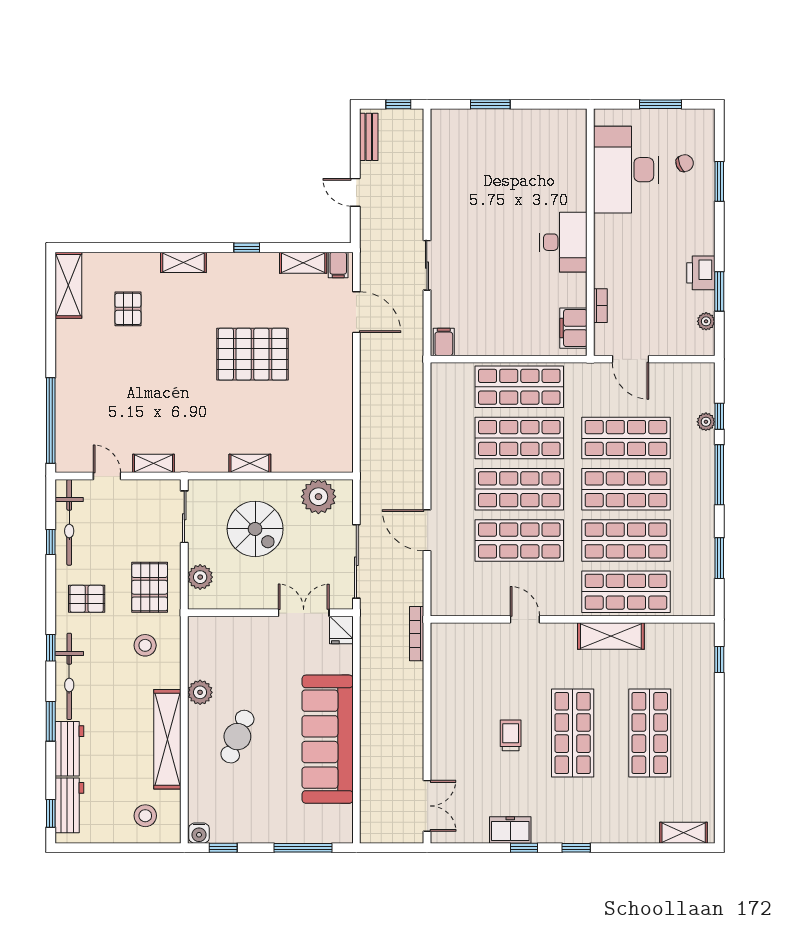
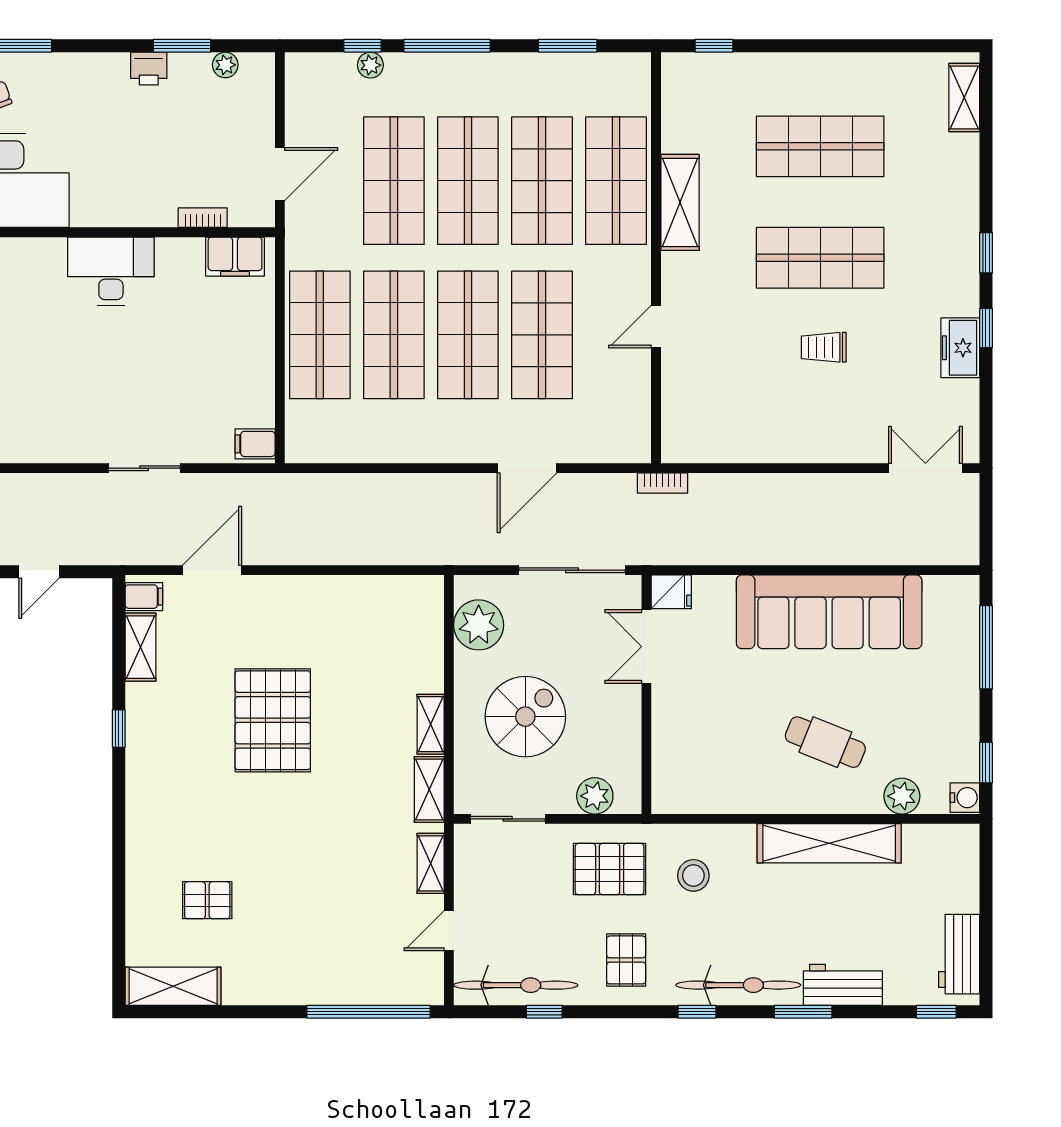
shelving: (183, 262) -> (429, 789), moved
printer: (701, 273) -> (149, 69), width x0.73, depth x0.81
bookcase: (417, 634) -> (662, 483), width x0.64
plant: (200, 692) -> (902, 796), moved
workbench: (69, 805) -> (959, 954), moved, turned -90
stool: (145, 816) -> (940, 875), removed

